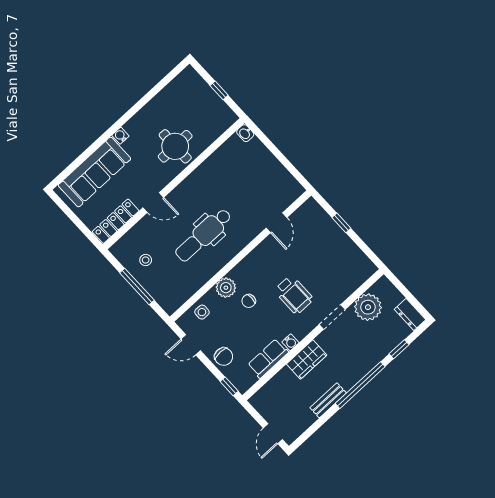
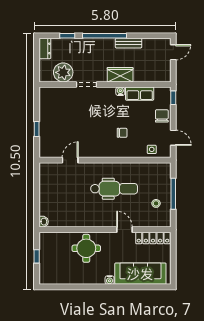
plant: (226, 288) -> (128, 151), removed
wheelchair: (294, 295) -> (96, 114), removed

